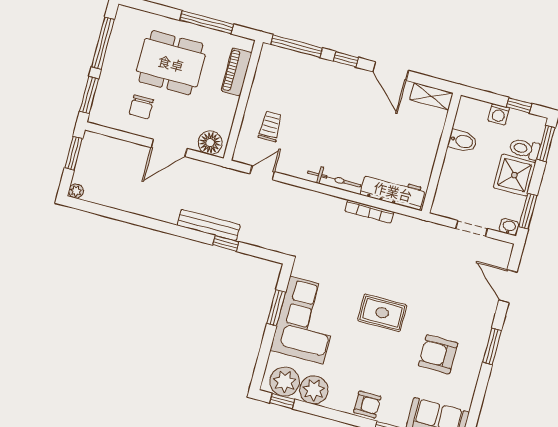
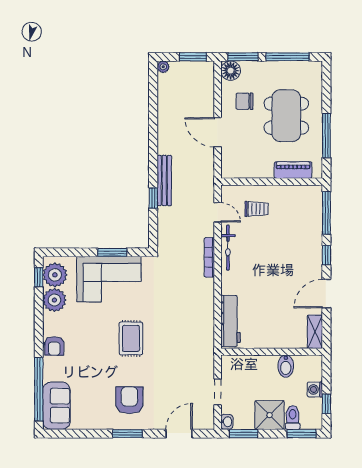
floor lamp: (210, 143) -> (231, 71), moved
bicycle: (334, 179) -> (228, 248), moved
bookcase: (369, 212) -> (209, 257), moved
armchair: (438, 354) -> (129, 400), moved

